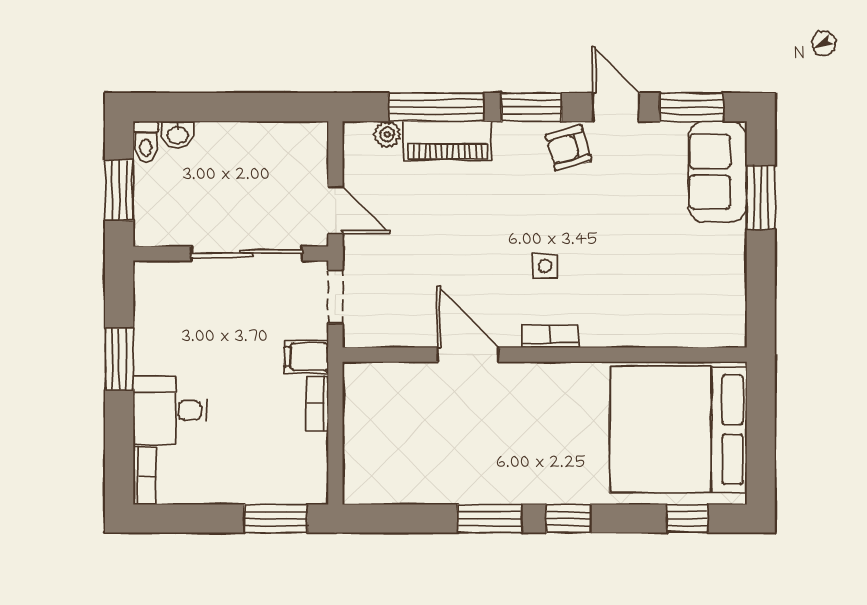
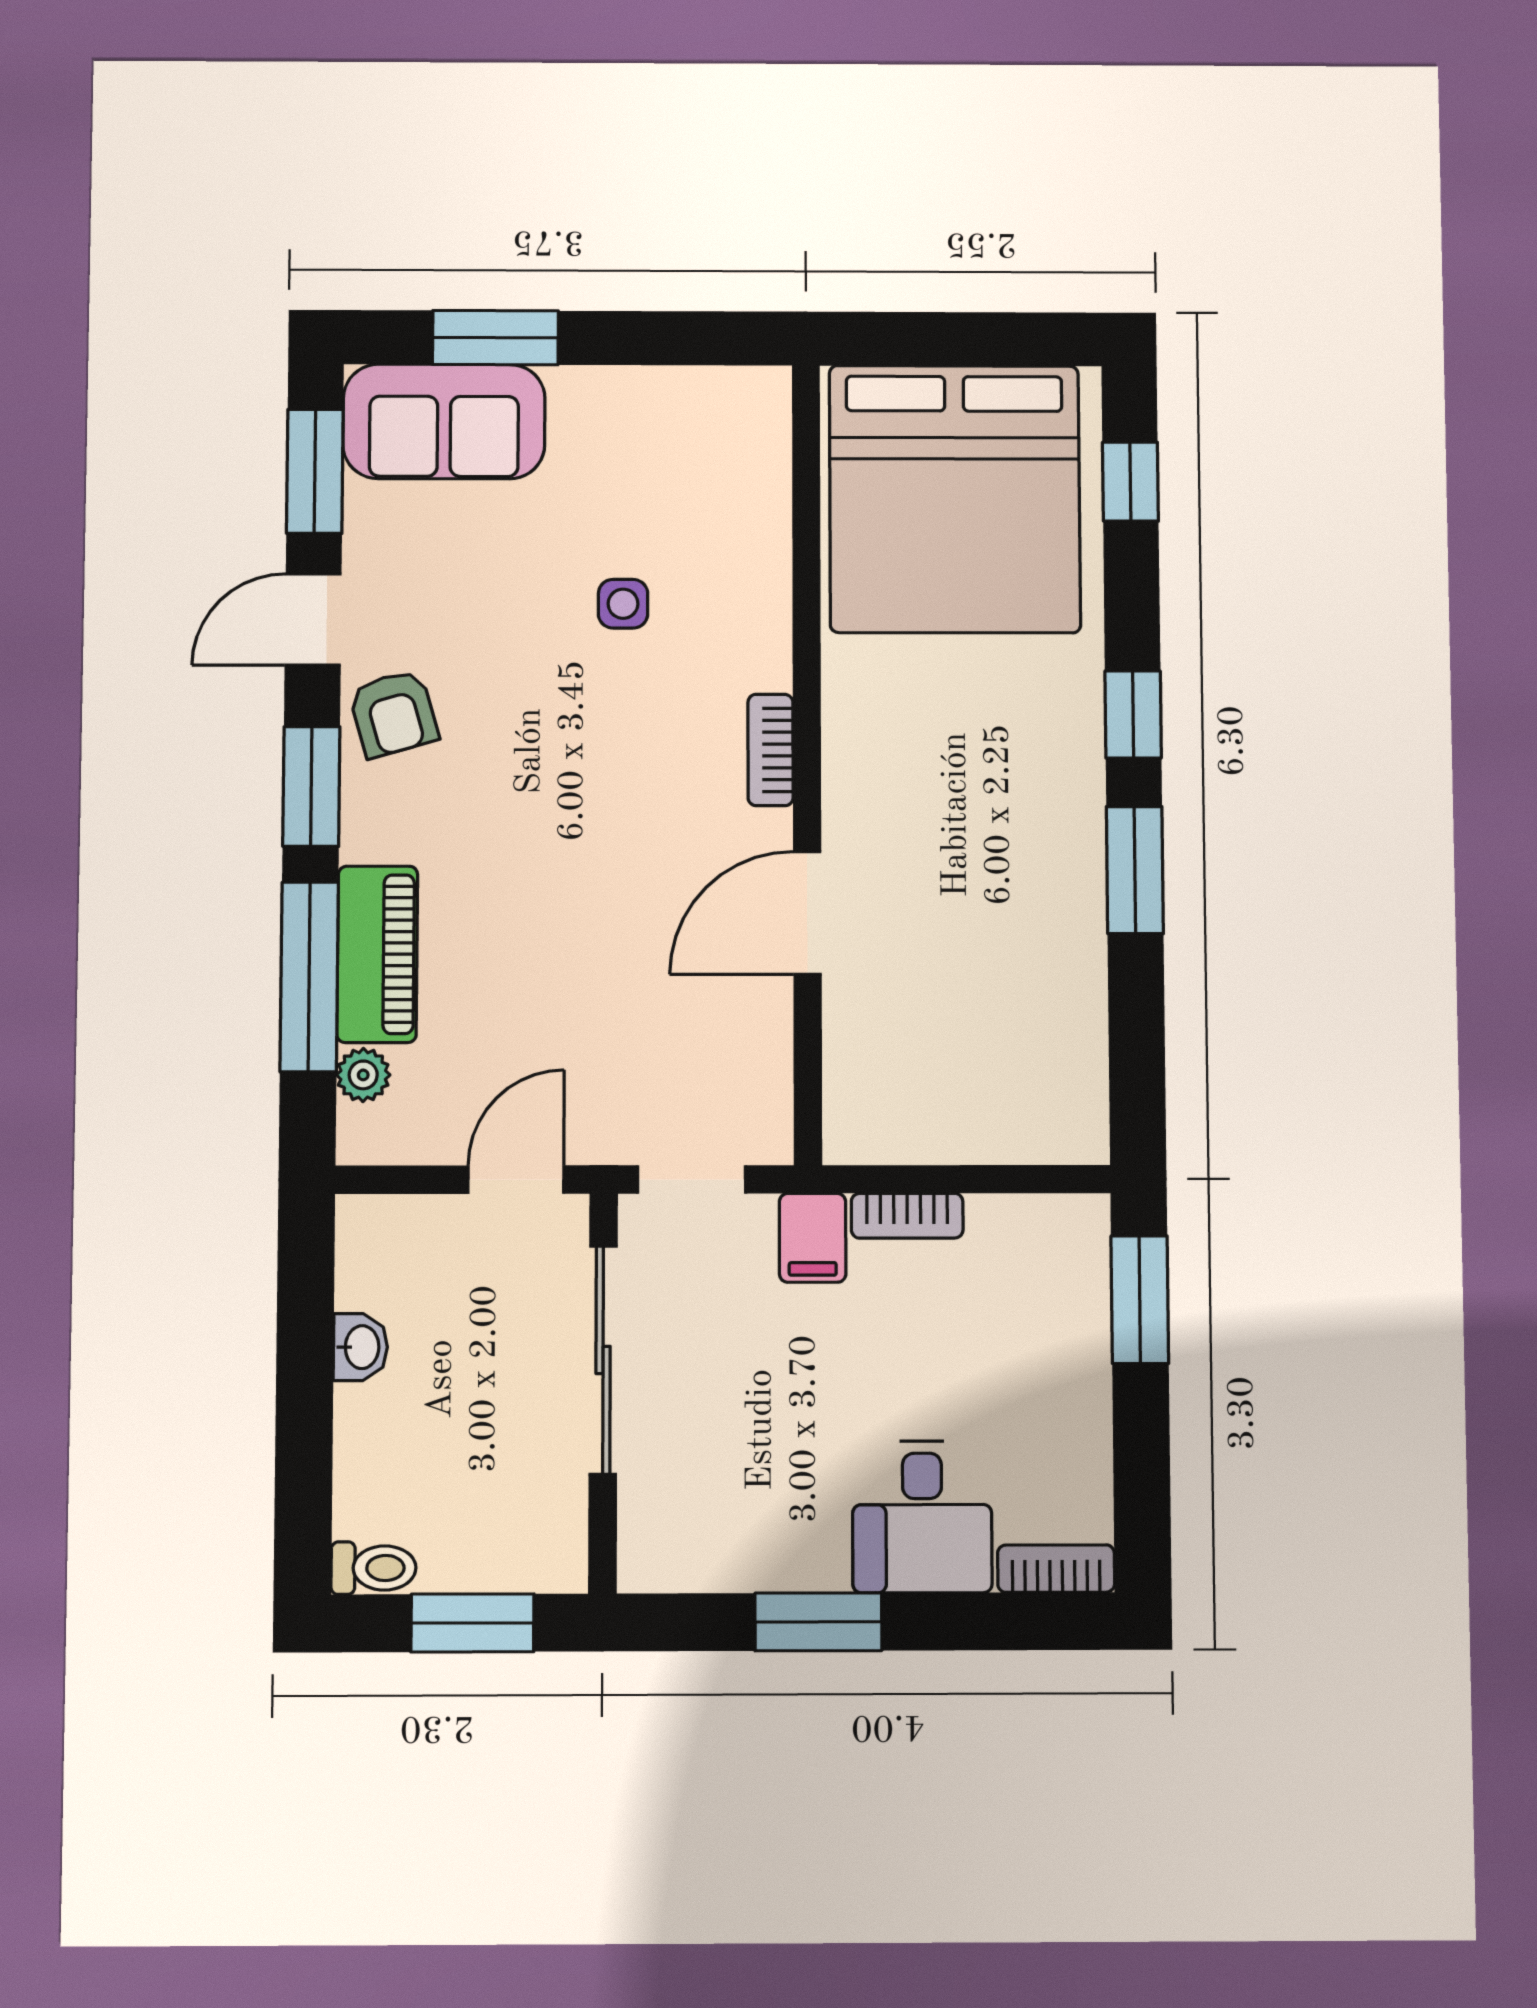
washbasin: (178, 134) -> (360, 1347), moved
side table: (545, 266) -> (623, 604), moved

